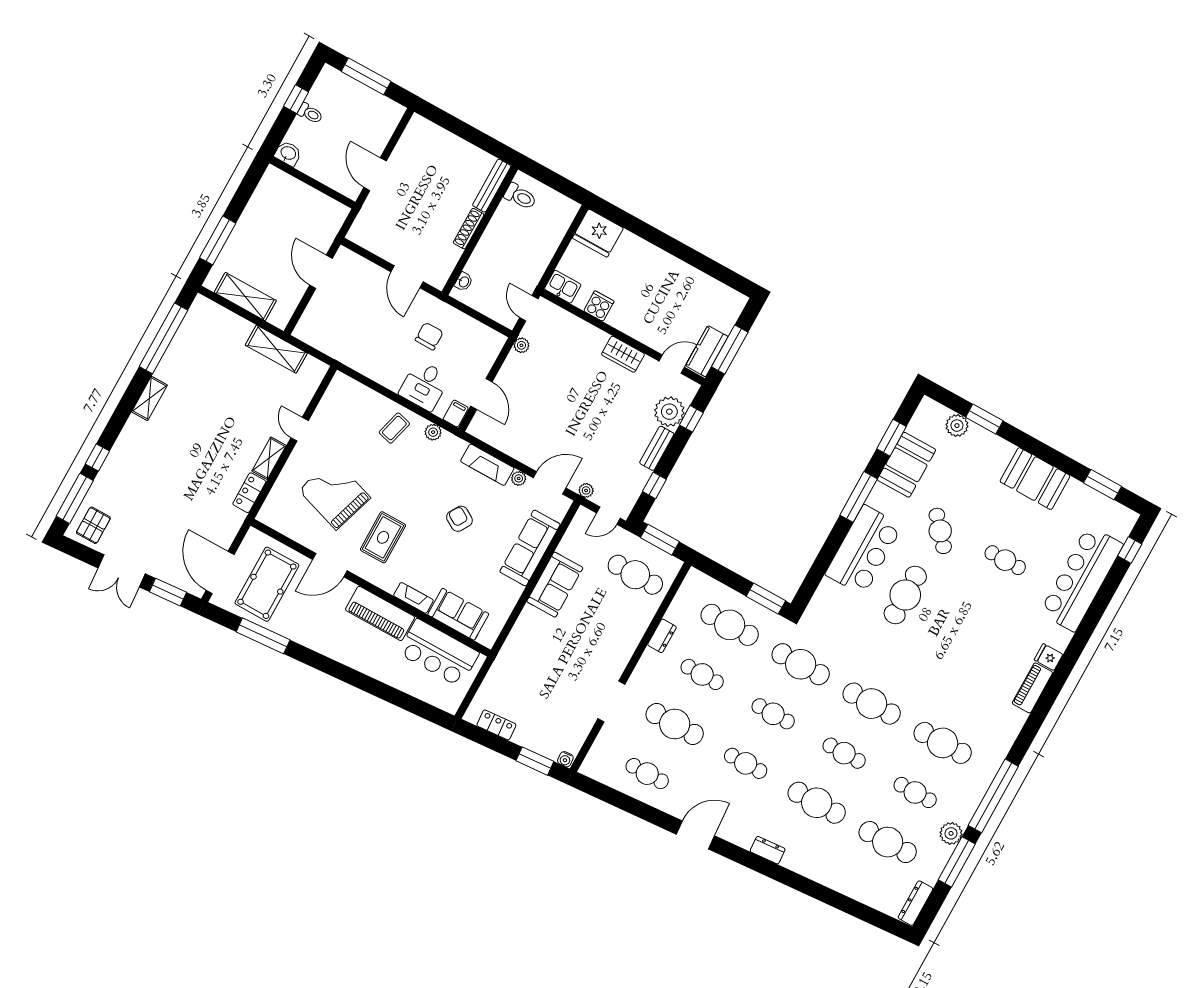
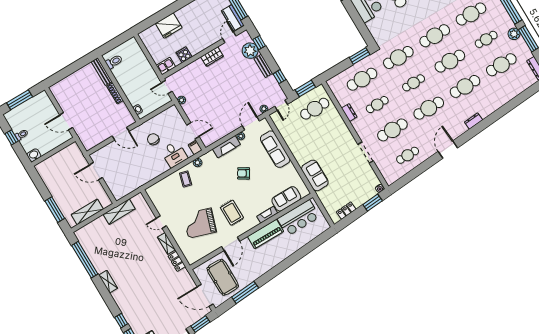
fridge: (598, 233) -> (169, 26), moved
sofa: (555, 585) -> (315, 175), moved
cafe table: (844, 753) -> (450, 61), width x1.37, depth x1.35
cafe table: (746, 763) -> (429, 108), width x1.37, depth x1.35

